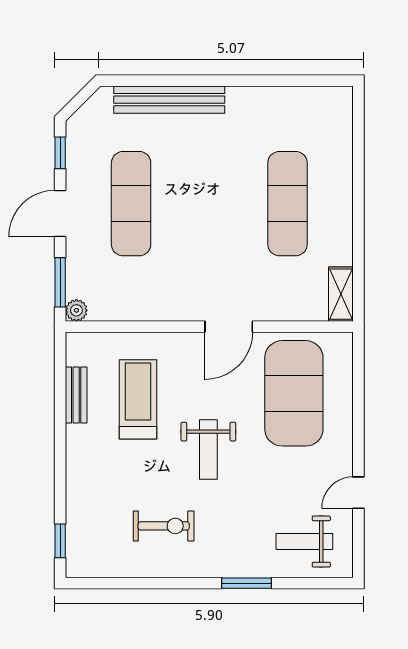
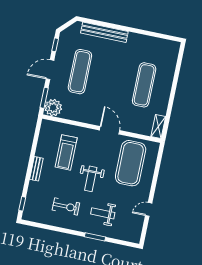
plant: (76, 310) -> (53, 108), width x1.88, depth x1.88
door: (229, 327) -> (110, 130), swing flipped
bench: (76, 395) -> (36, 169), moved
treadmill: (138, 399) -> (66, 152), turned 180
weight bench: (304, 541) -> (103, 213), moved

